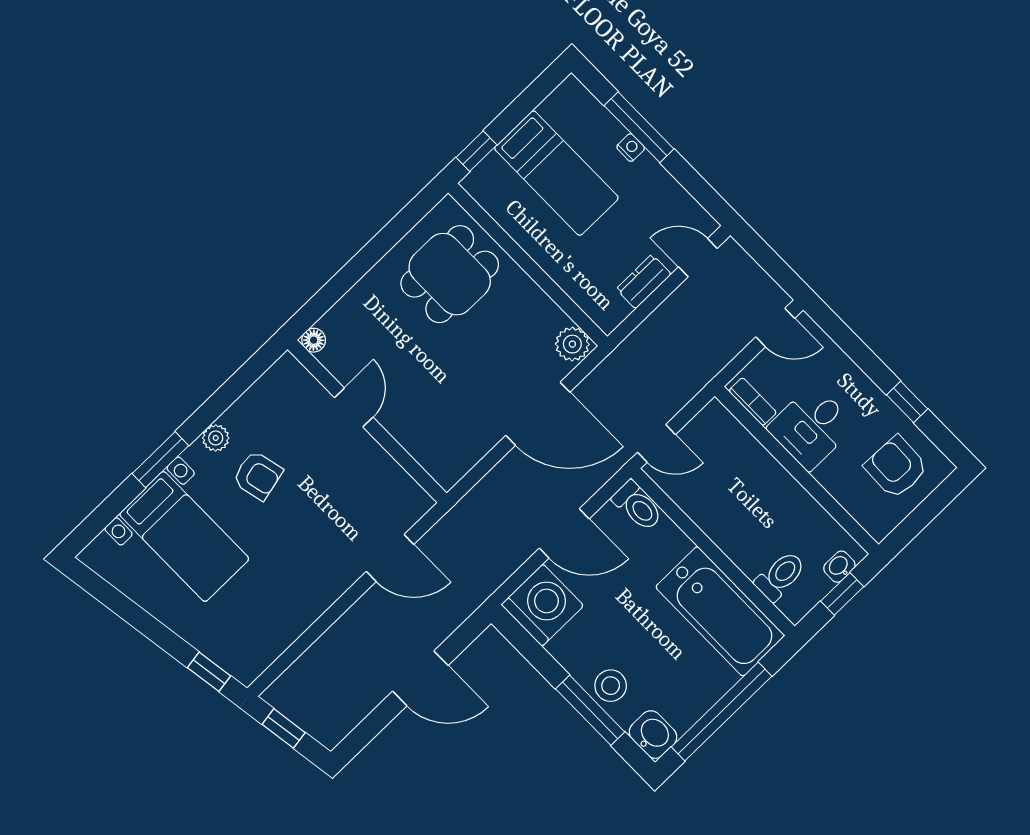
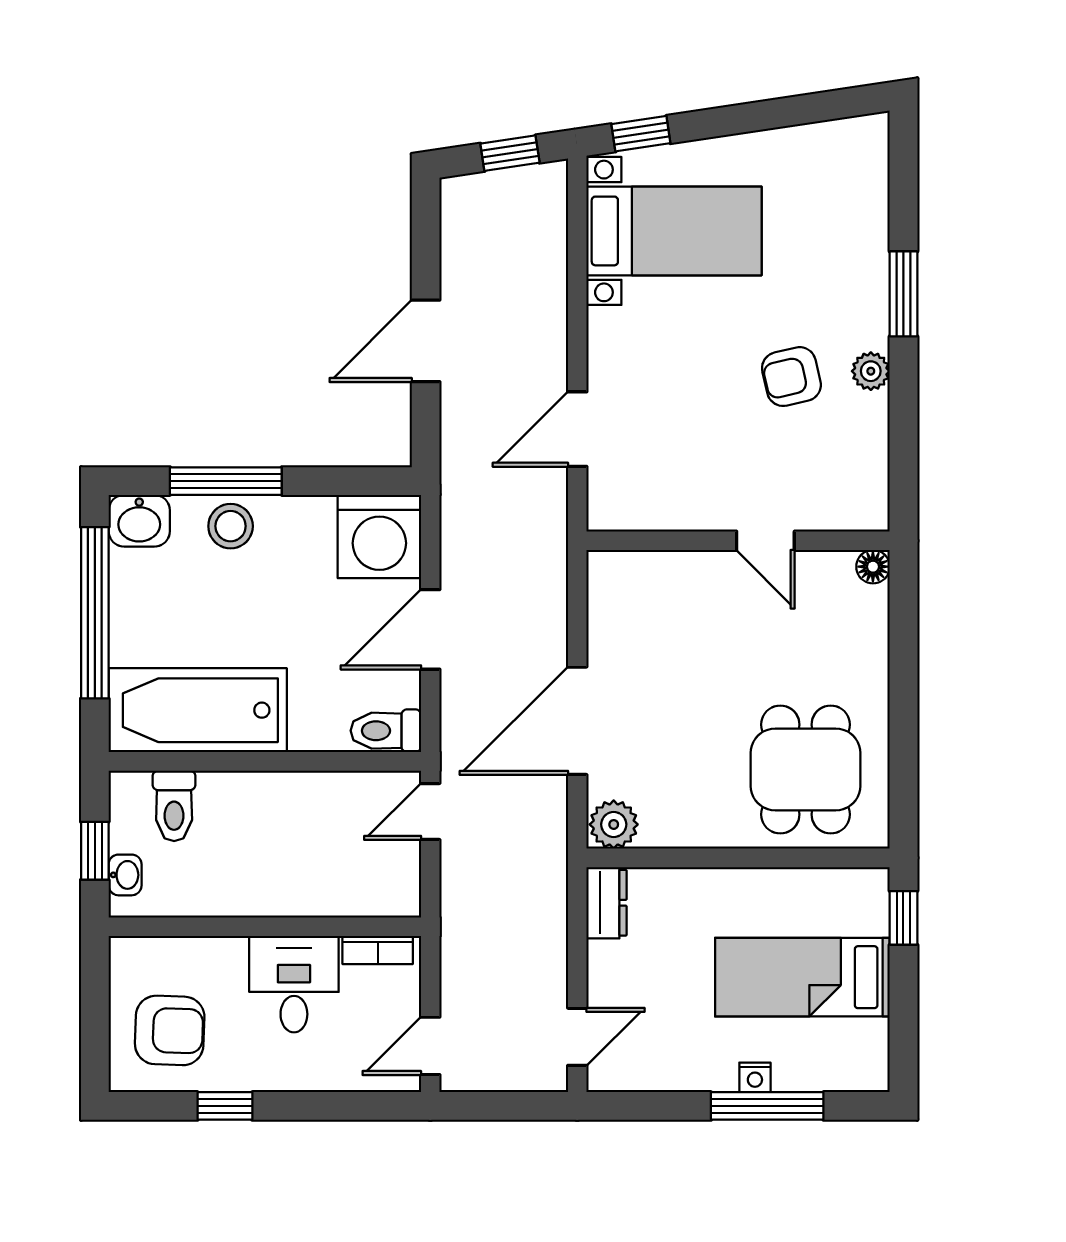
dresser: (644, 281) -> (607, 903), moved
bed with nightstands: (184, 536) -> (674, 231), moved, turned 180

